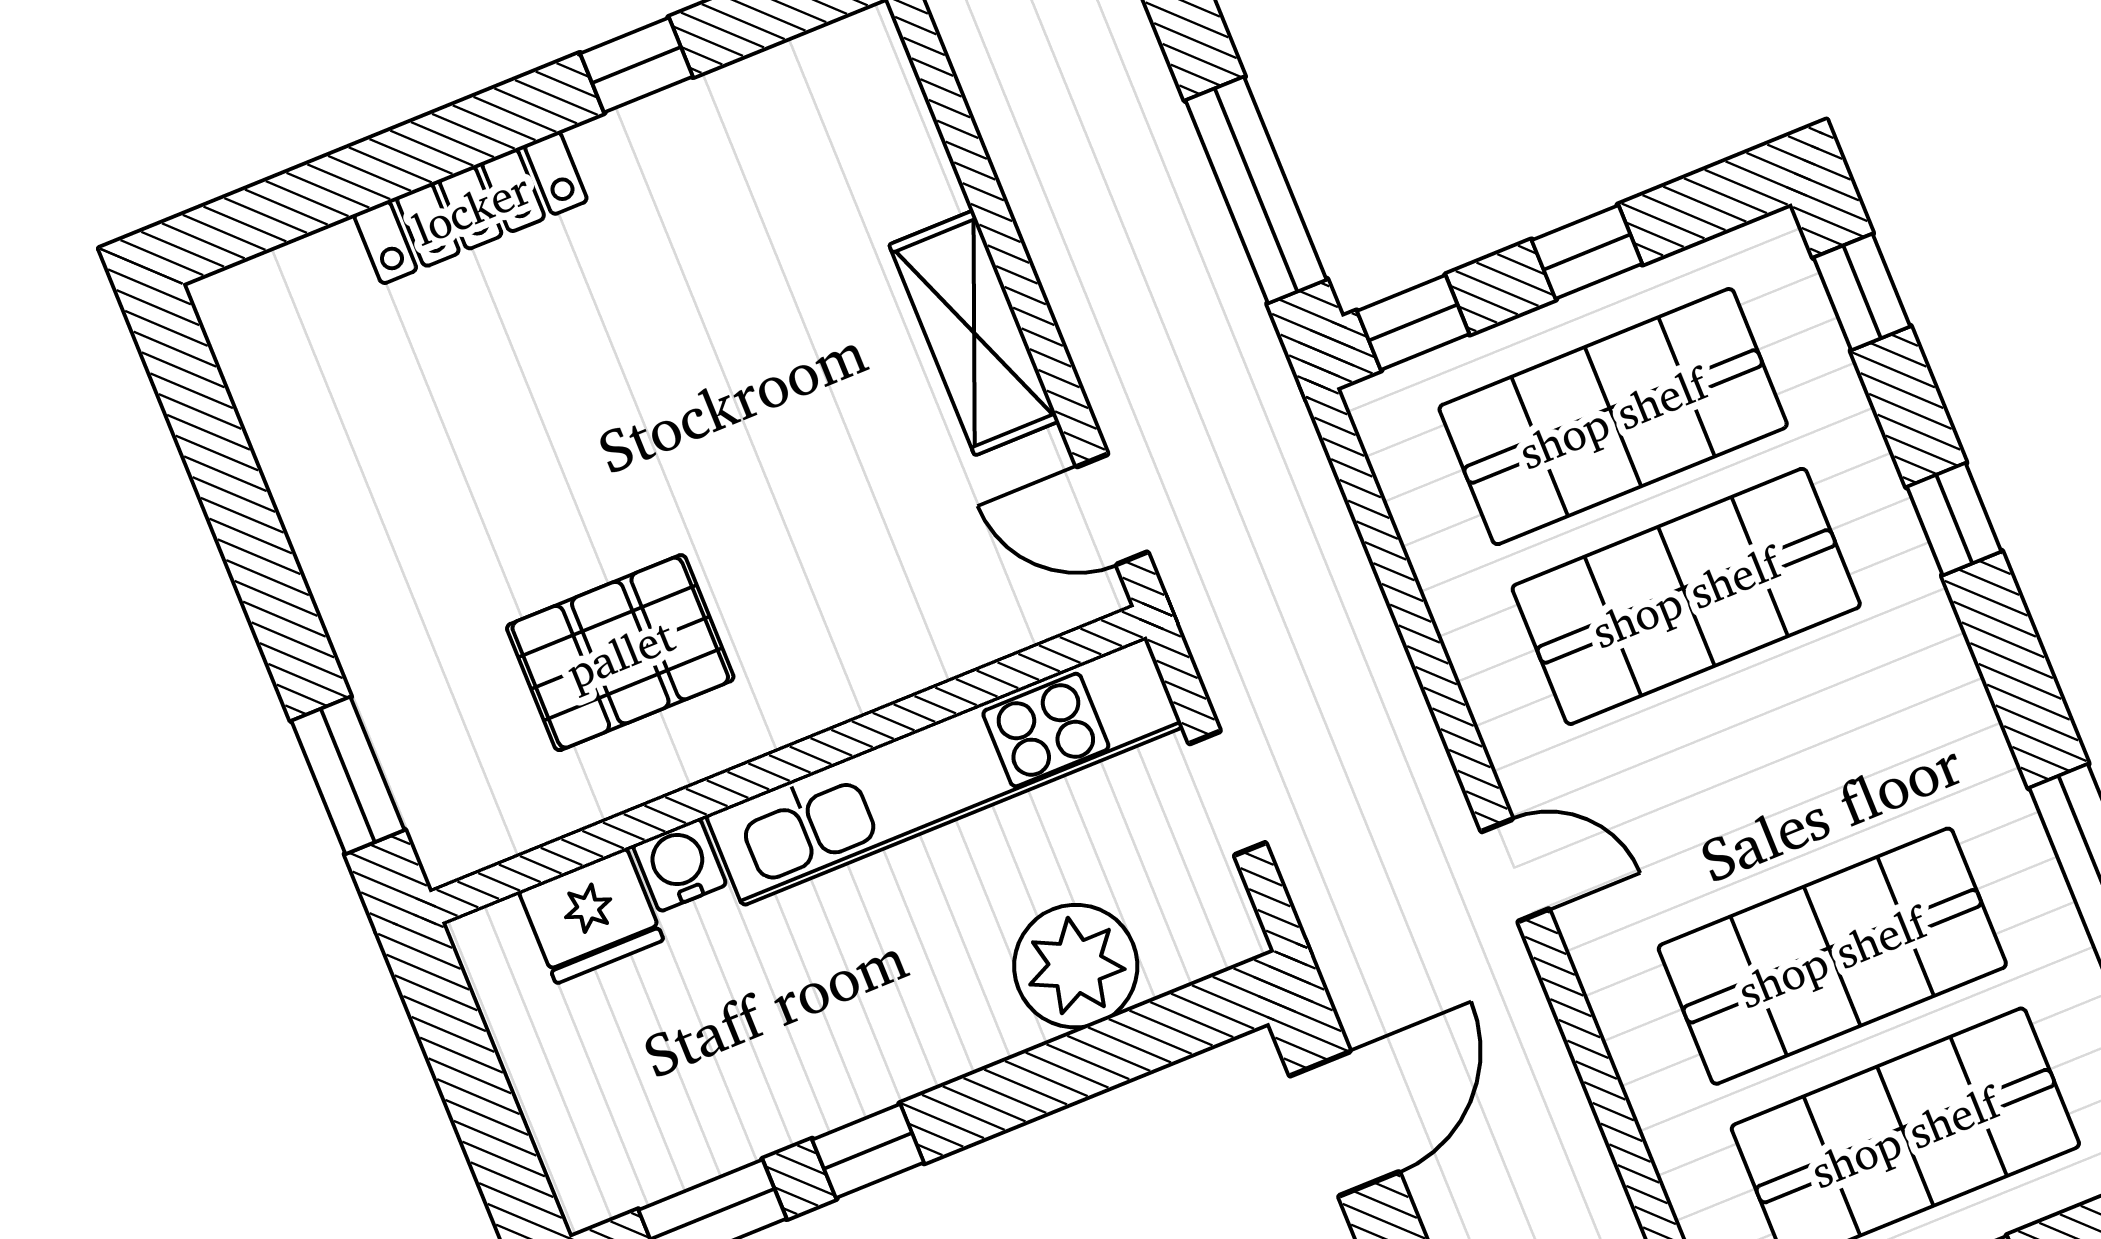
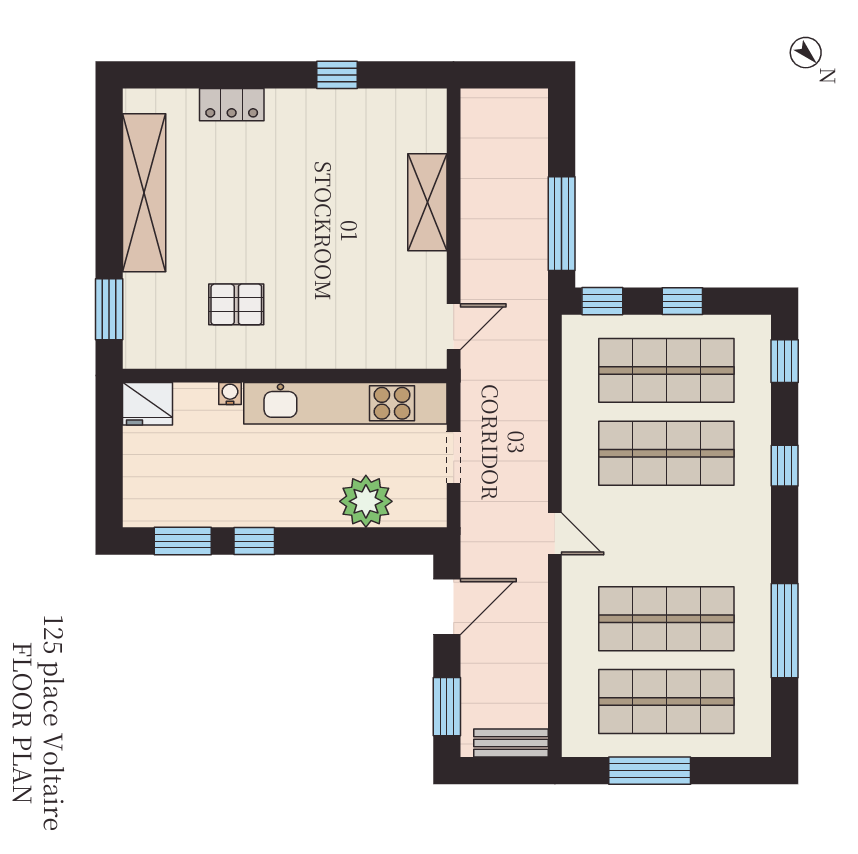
locker: (471, 208) -> (232, 105), width x0.66
shelving: (974, 333) -> (427, 202), moved
shelving: (321, 491) -> (144, 193), added
door: (1112, 509) -> (454, 327), swing flipped
pallet: (620, 653) -> (236, 304), width x0.67, depth x0.71
water cooler: (680, 865) -> (230, 393), width x0.72, depth x0.72
fridge: (591, 916) -> (147, 404), moved

